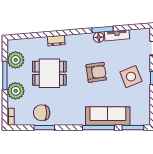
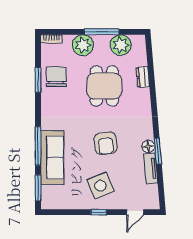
dresser: (56, 41) -> (143, 77), moved

